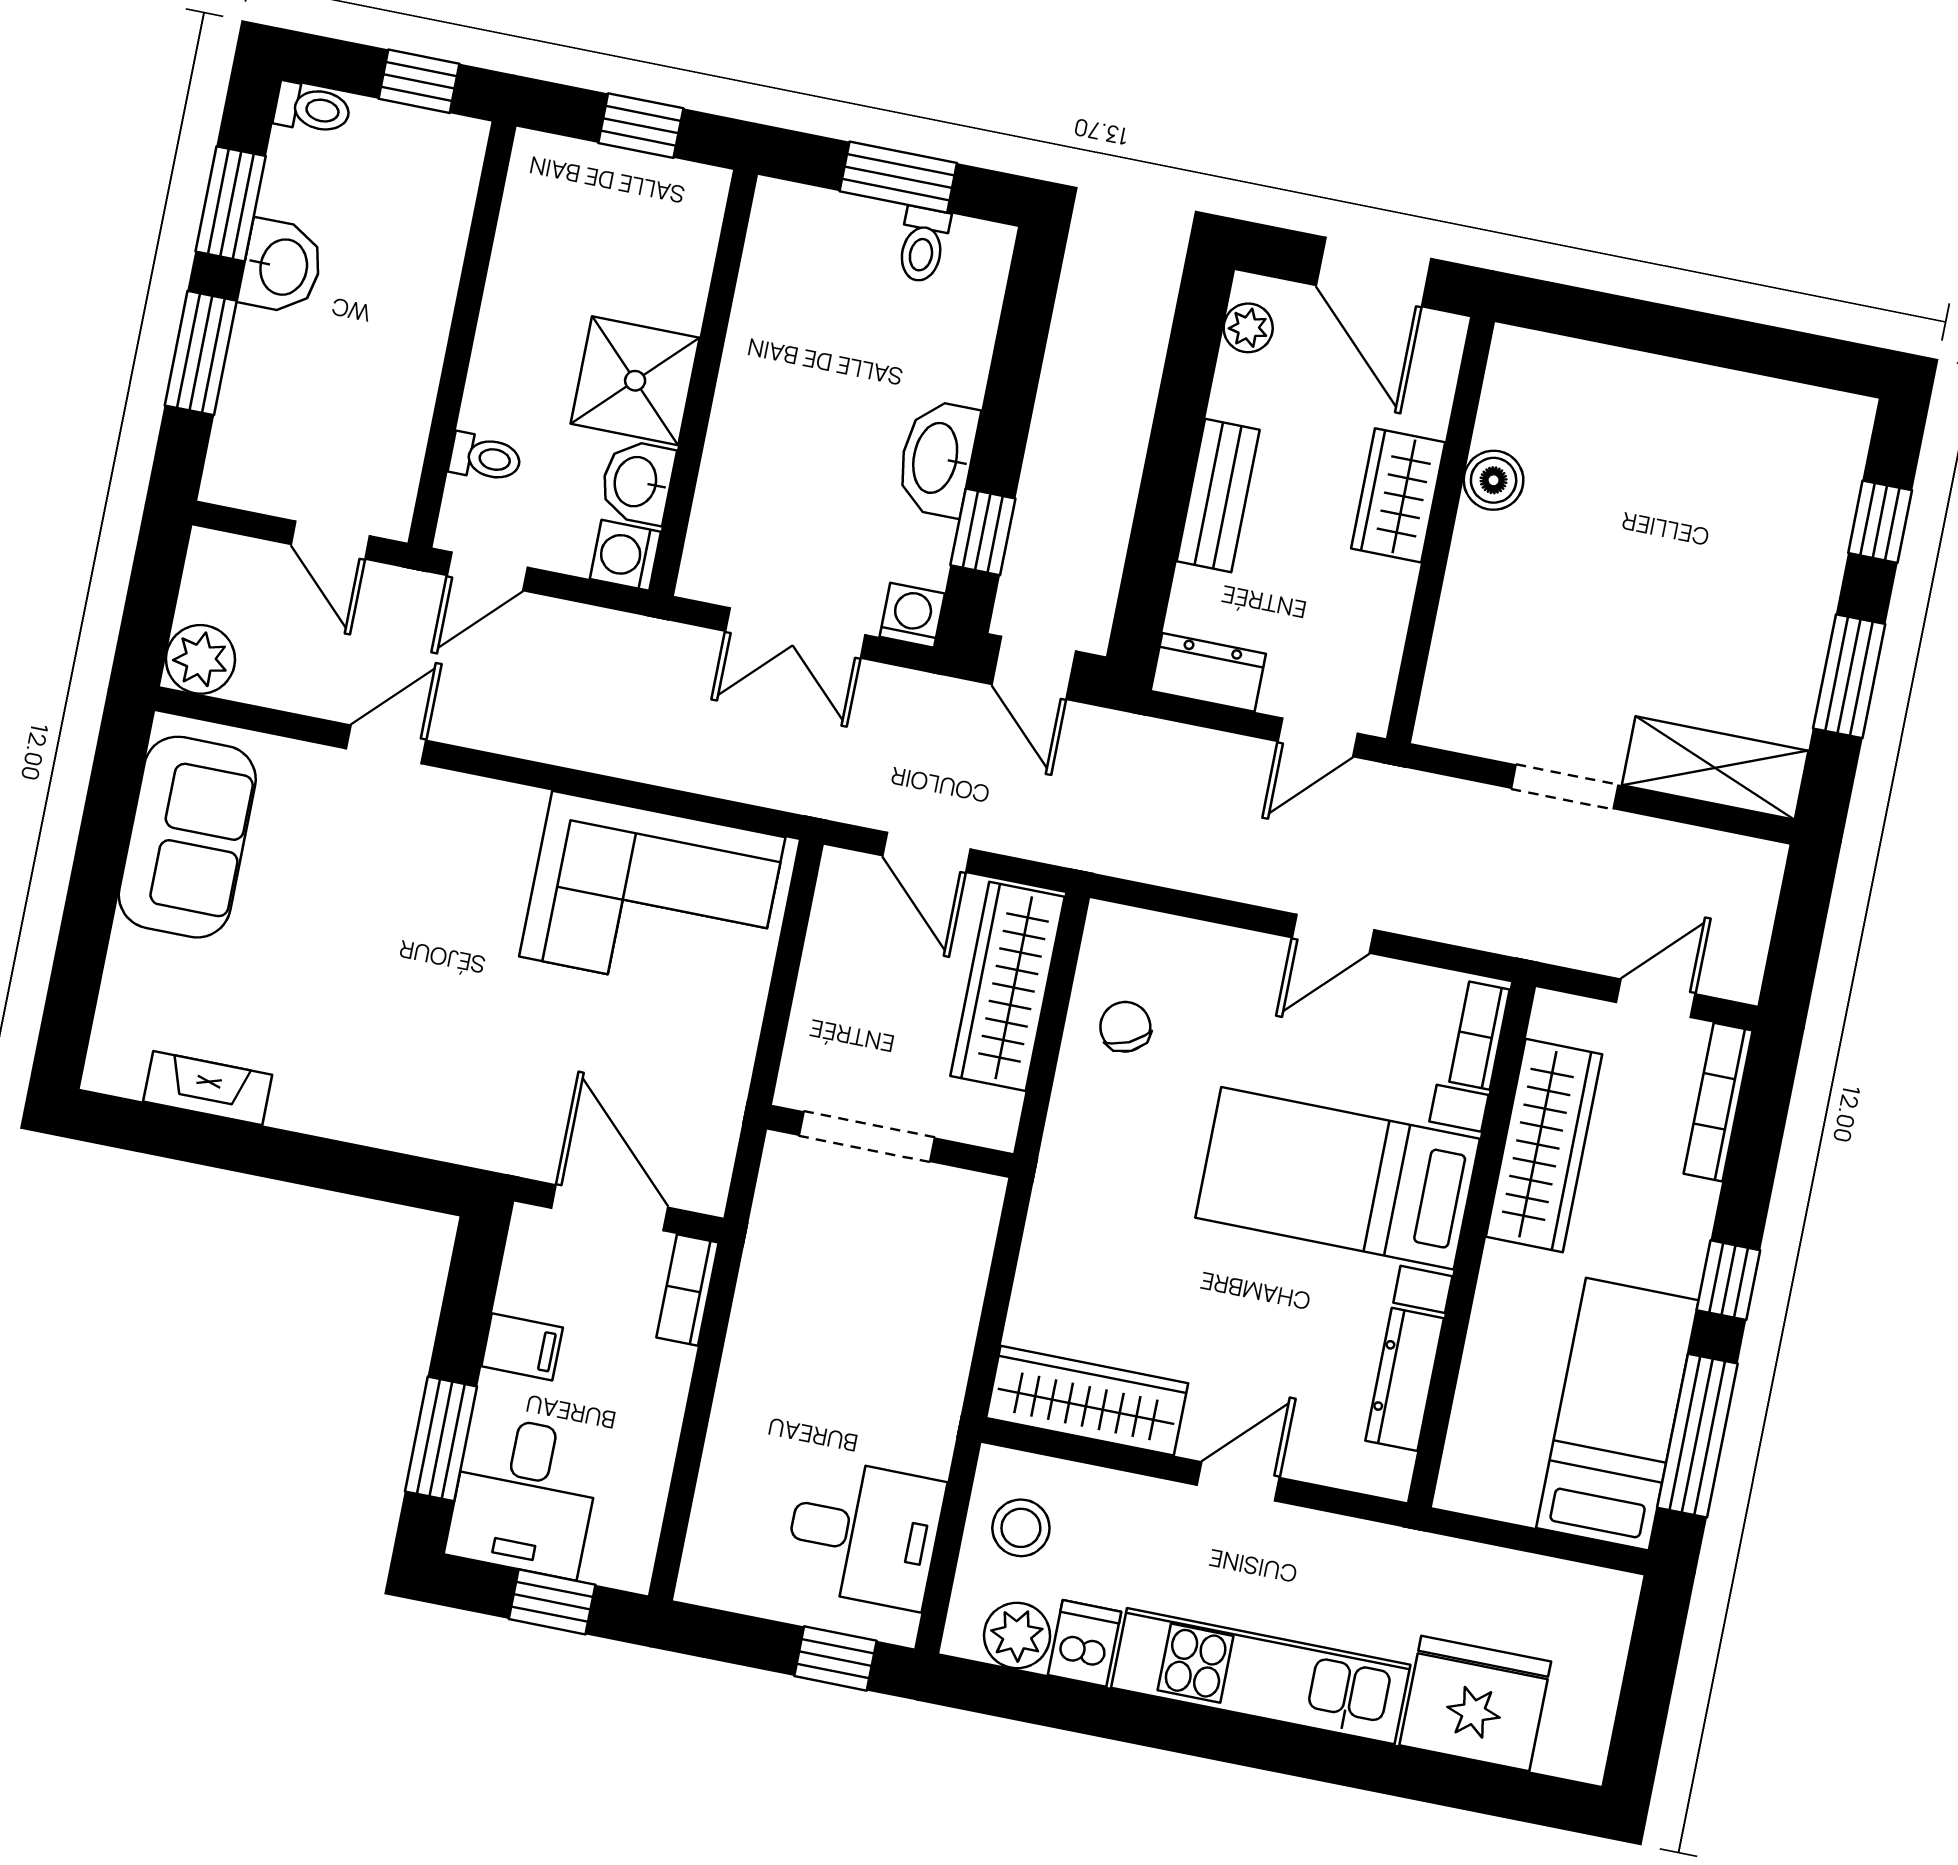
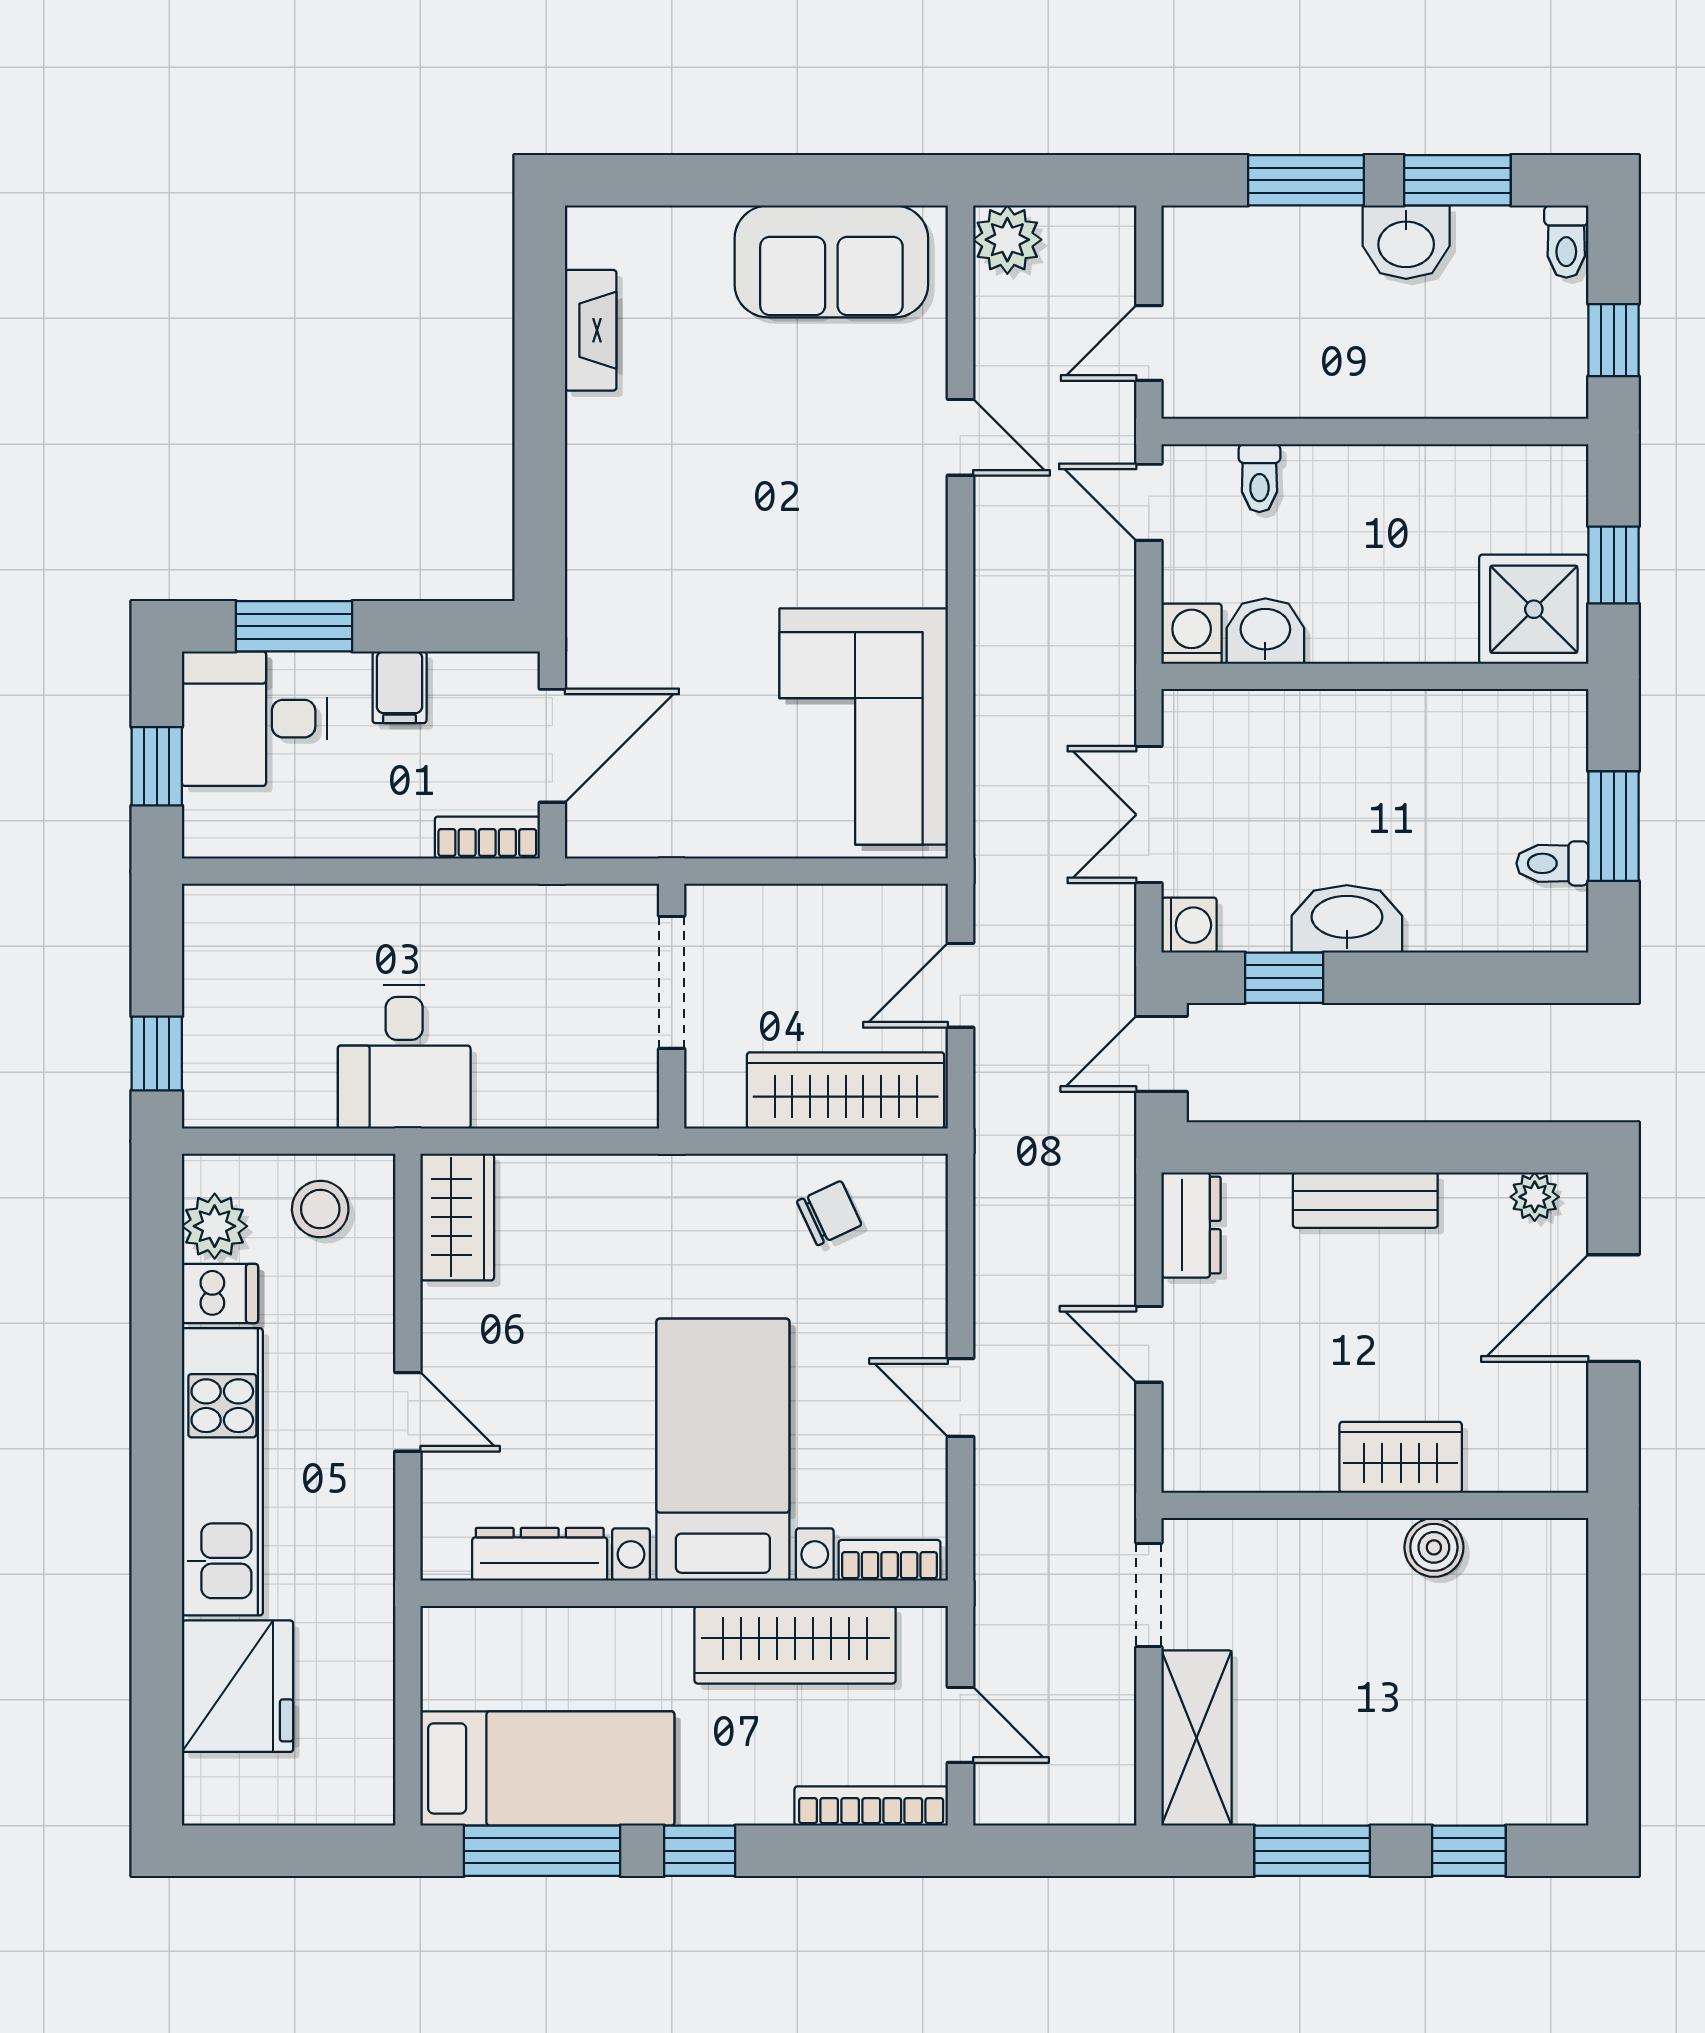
shower: (635, 381) -> (1534, 609), moved
boiler: (1494, 480) -> (1434, 1547), moved
wardrobe: (1398, 495) -> (1401, 1457), moved
wall: (1440, 530) -> (1375, 1505), moved
wardrobe: (1087, 1401) -> (457, 1217), width x0.67
desk: (864, 1533) -> (404, 1057), moved

